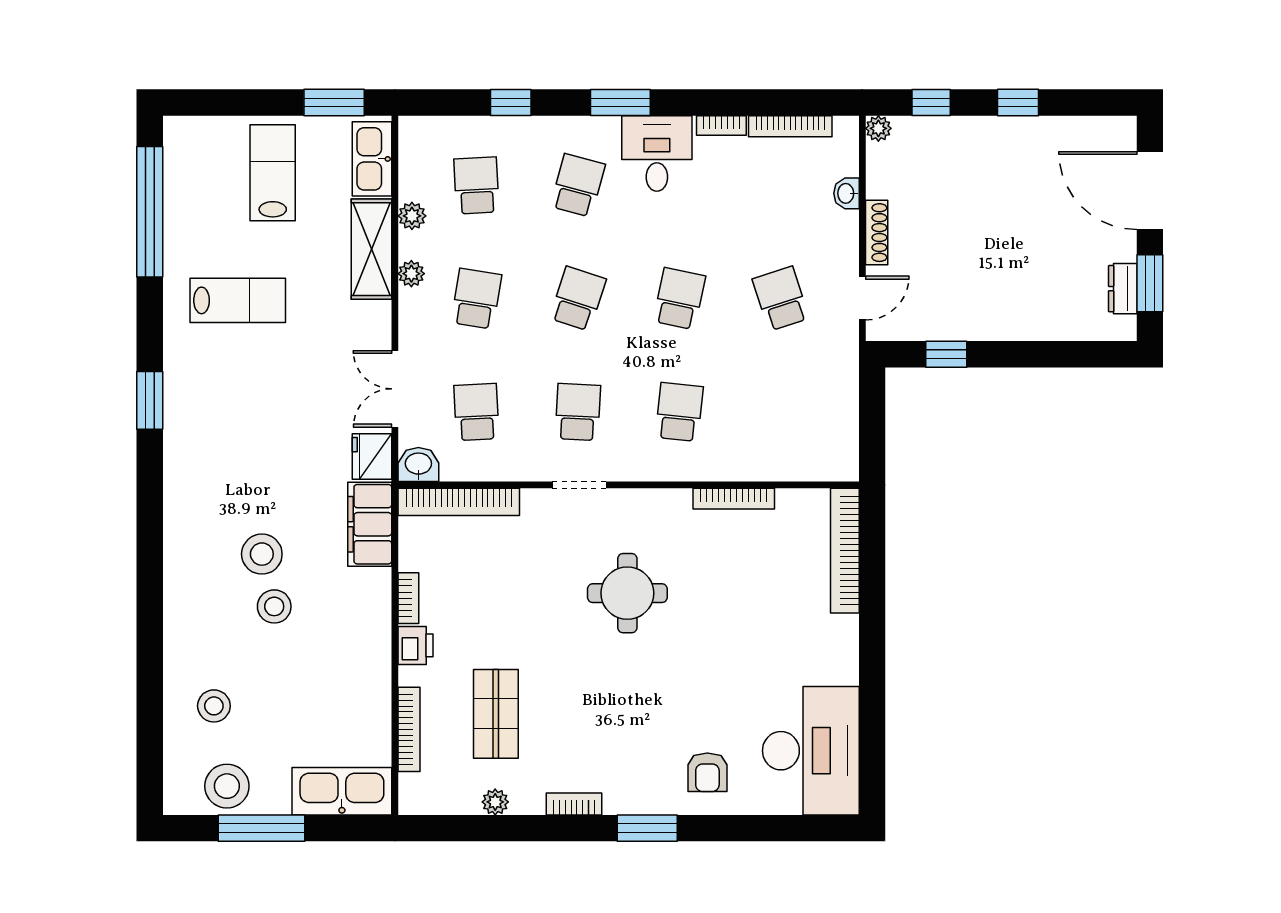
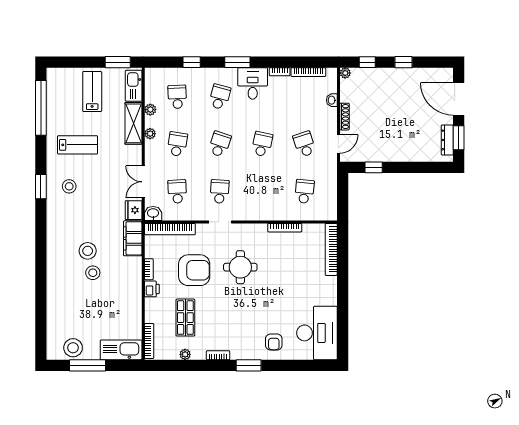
dresser: (1123, 289) -> (447, 140), width x1.44
school desk: (679, 412) -> (304, 191), moved
armchair: (517, 600) -> (194, 270), added
stool: (214, 706) -> (69, 186), moved
bookcase: (409, 729) -> (149, 341), moved

